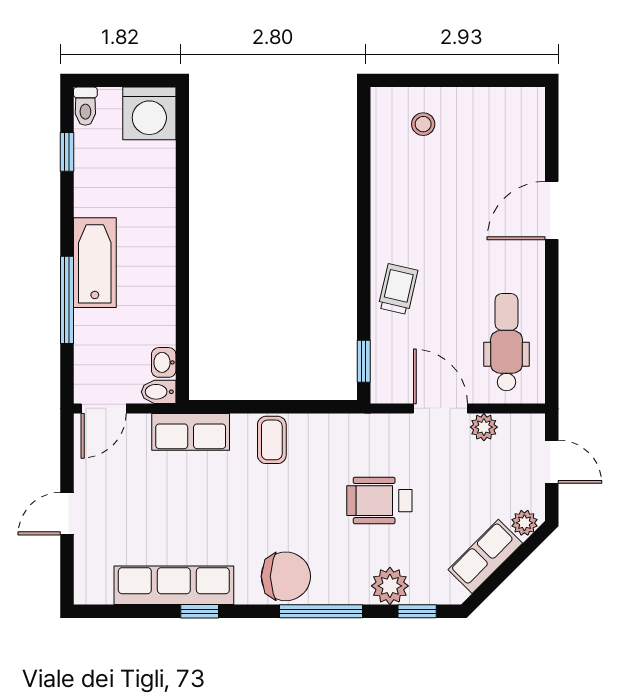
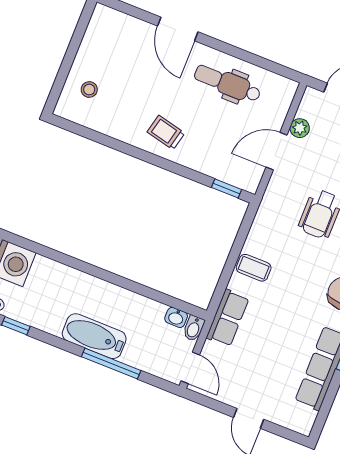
trolley: (398, 289) -> (166, 133), moved
dental chair: (506, 342) -> (227, 84), moved

